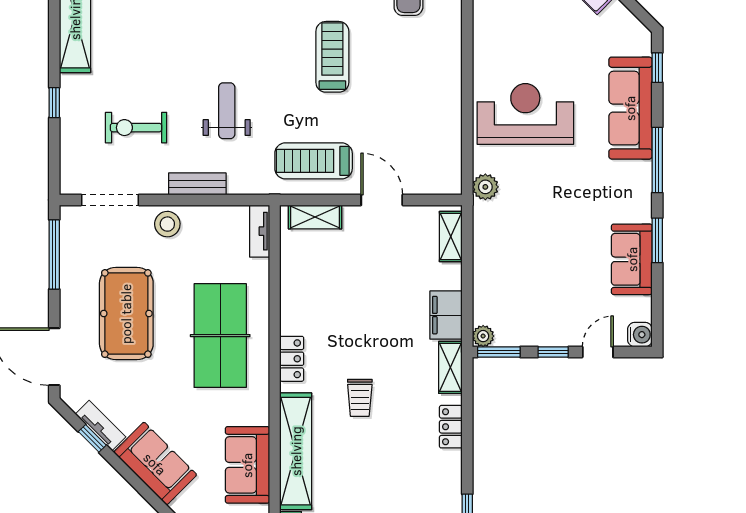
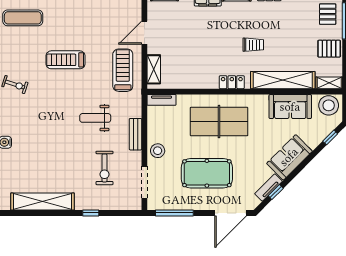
treadmill: (314, 161) -> (123, 70), turned 180

